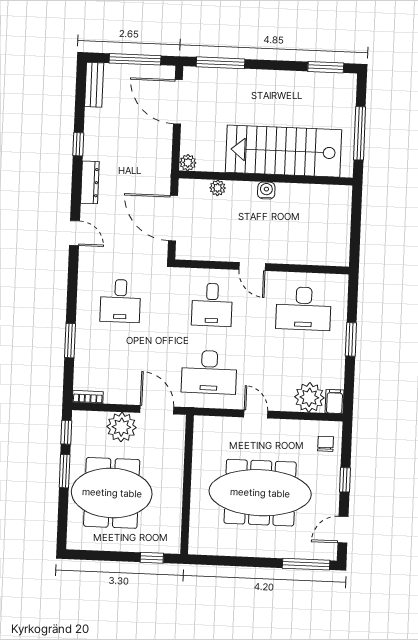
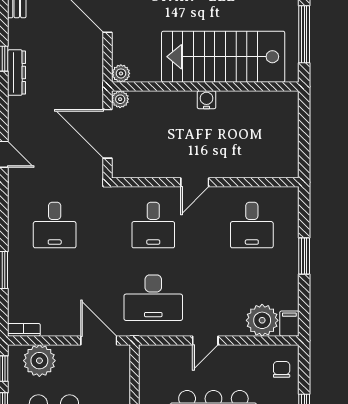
dresser: (90, 182) -> (16, 73), moved
plant: (218, 188) -> (120, 99), moved
door: (252, 267) -> (195, 182), hinge flipped
desk: (304, 309) -> (252, 225), width x0.73
door: (256, 414) -> (205, 340), swing flipped
plant: (121, 427) -> (39, 361), moved

